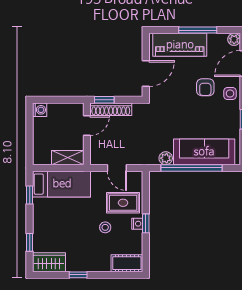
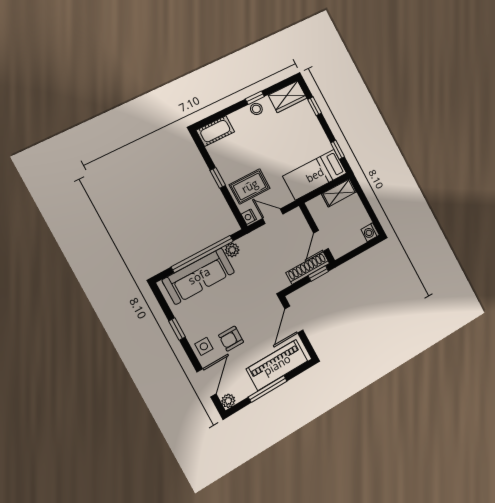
armchair: (205, 87) -> (231, 339), turned -90
shelving: (68, 158) -> (339, 193), moved
nightstand: (137, 224) -> (249, 217), moved
stool: (105, 227) -> (256, 109), moved

